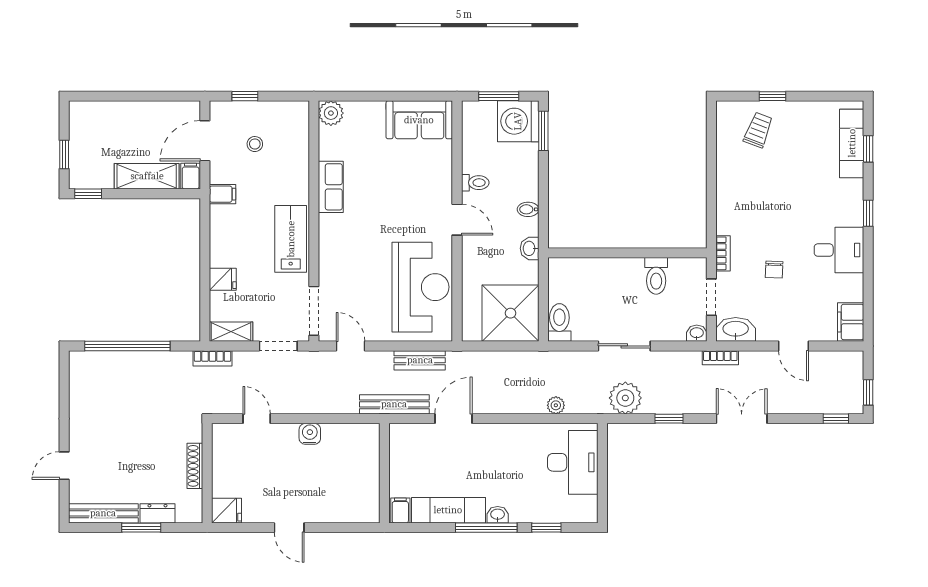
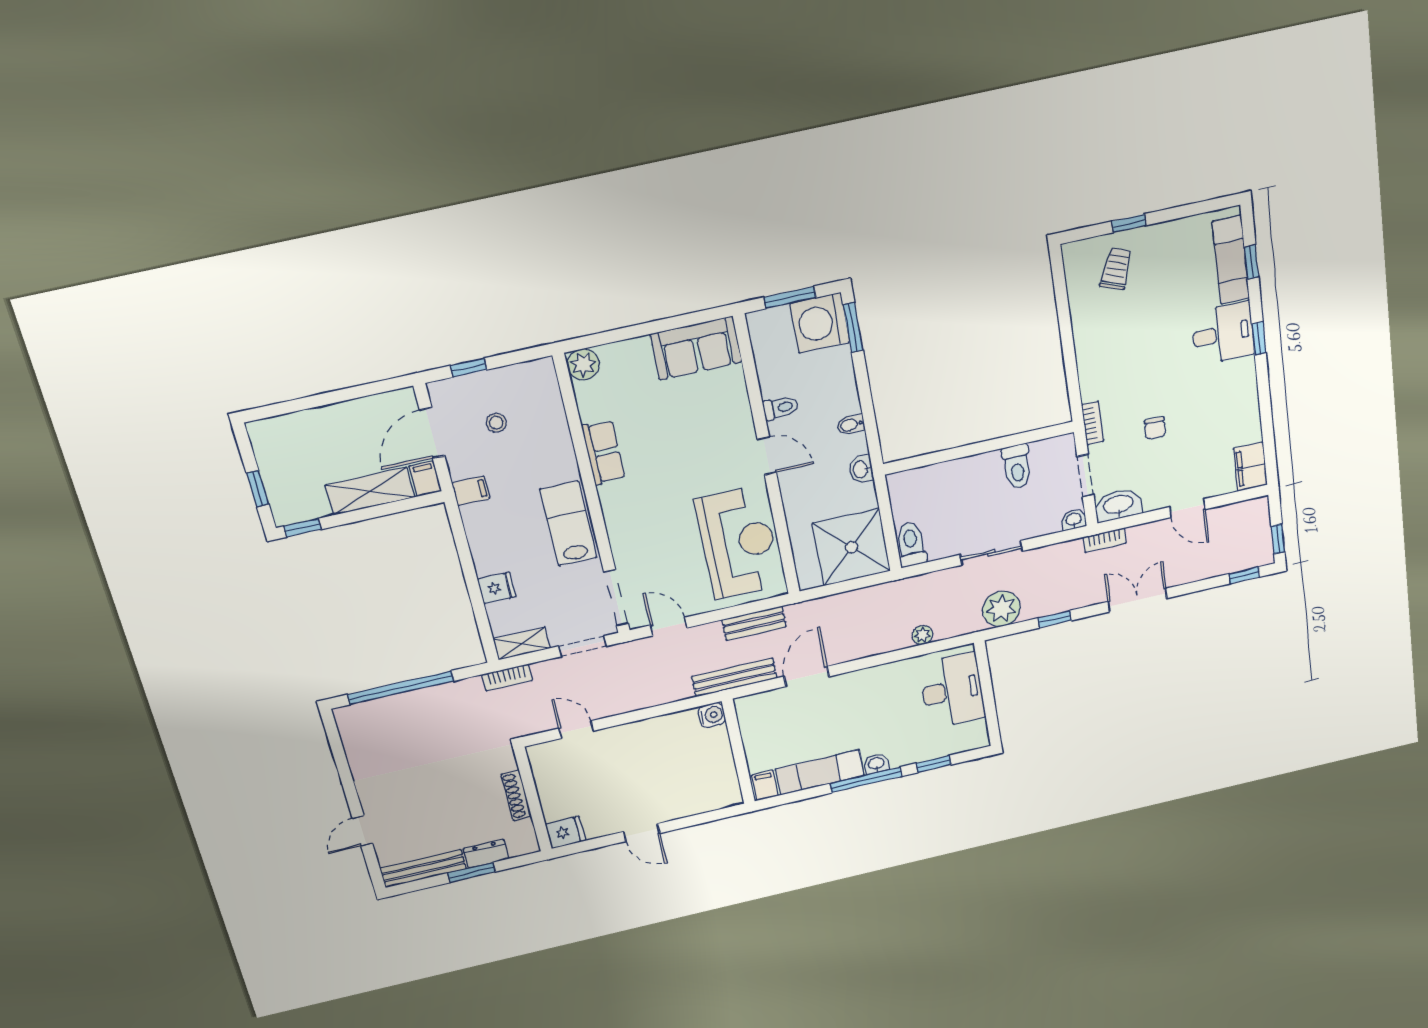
desk: (839, 250) -> (1223, 333), moved
water cooler: (310, 434) -> (712, 715), moved, turned 90

